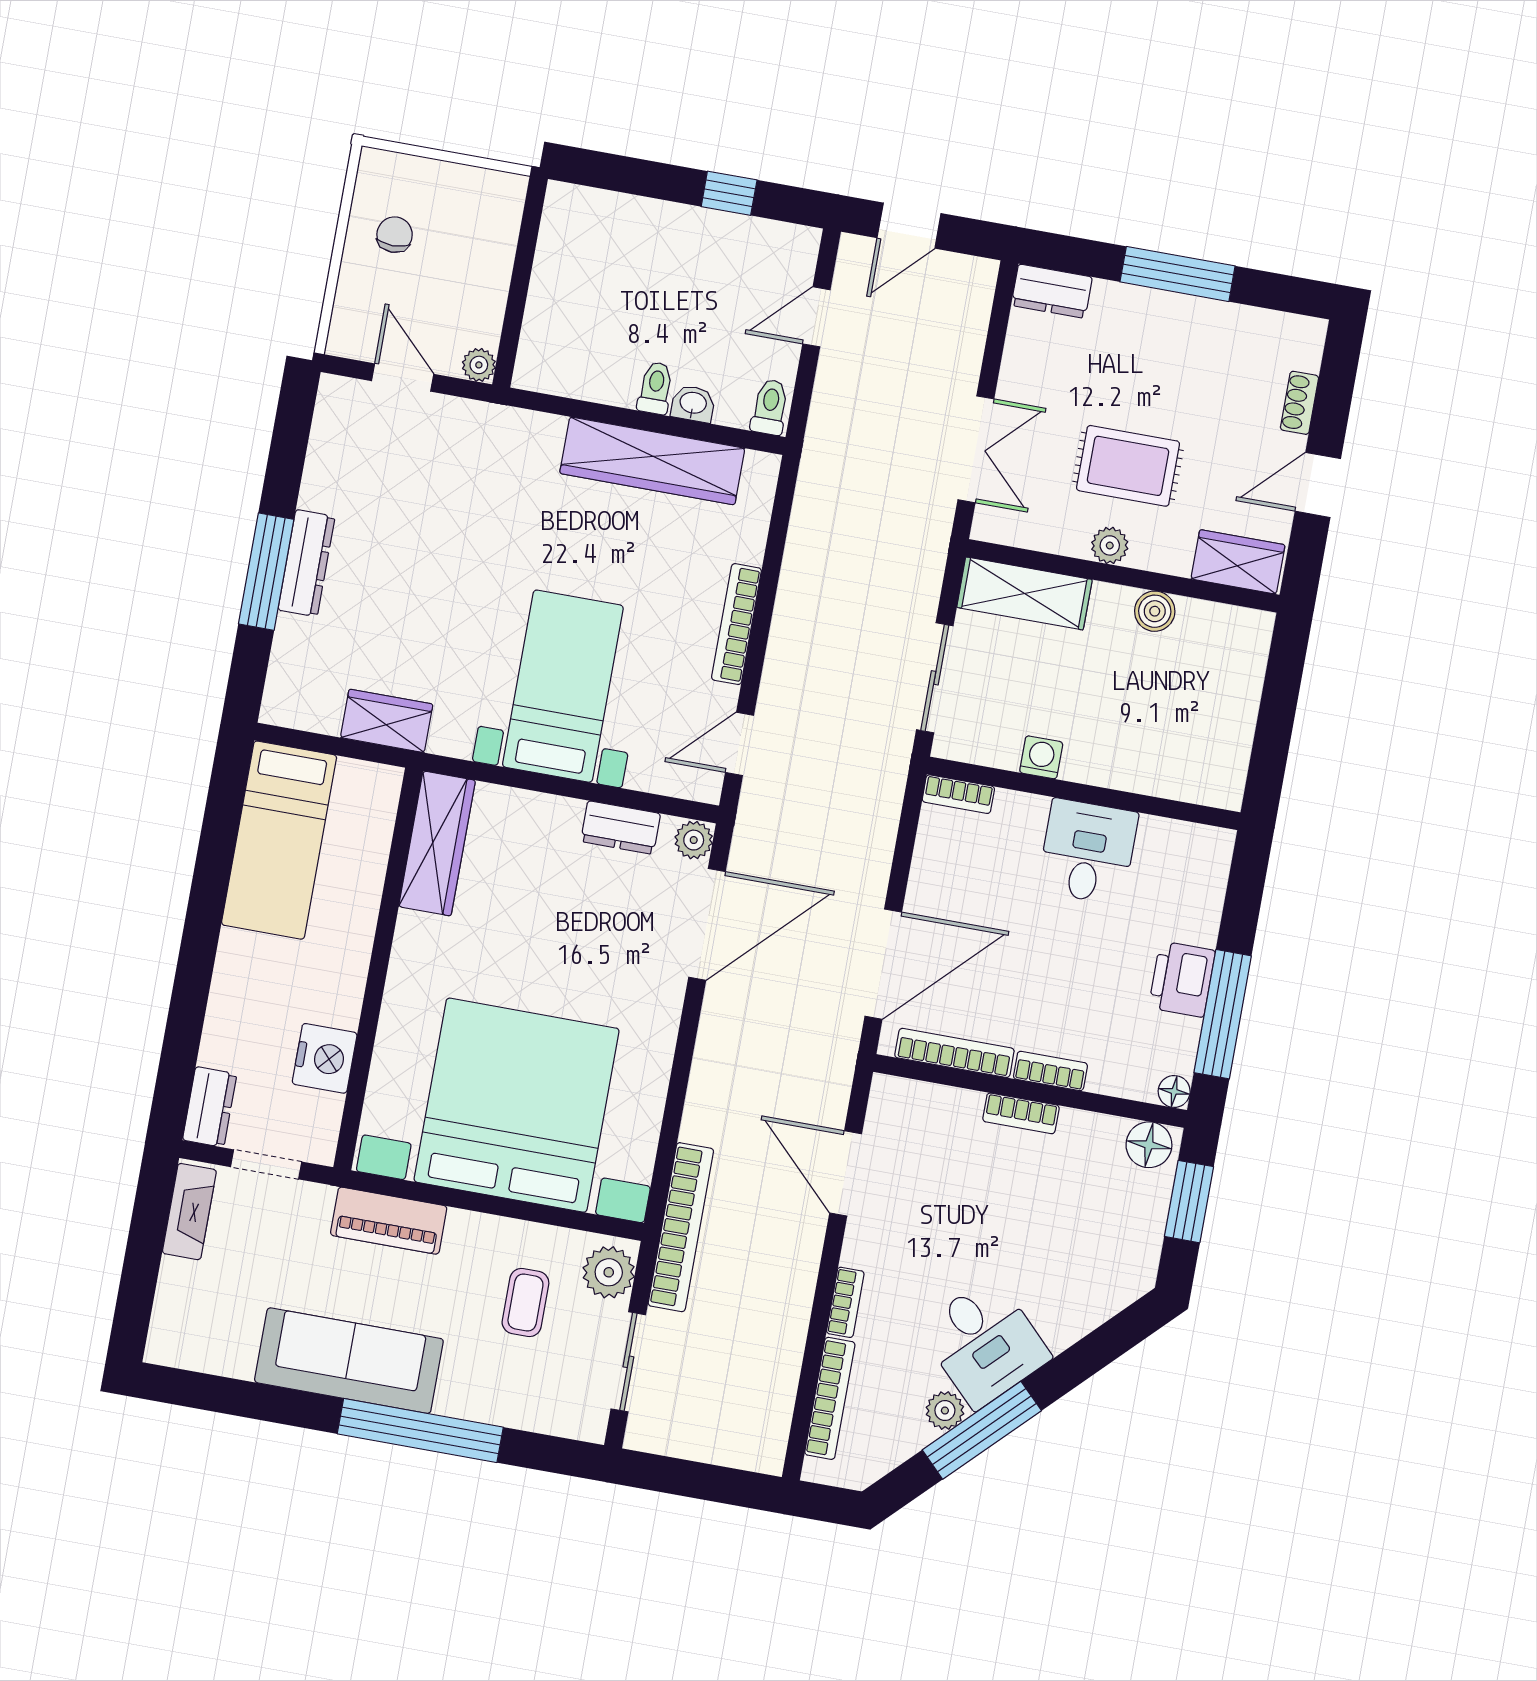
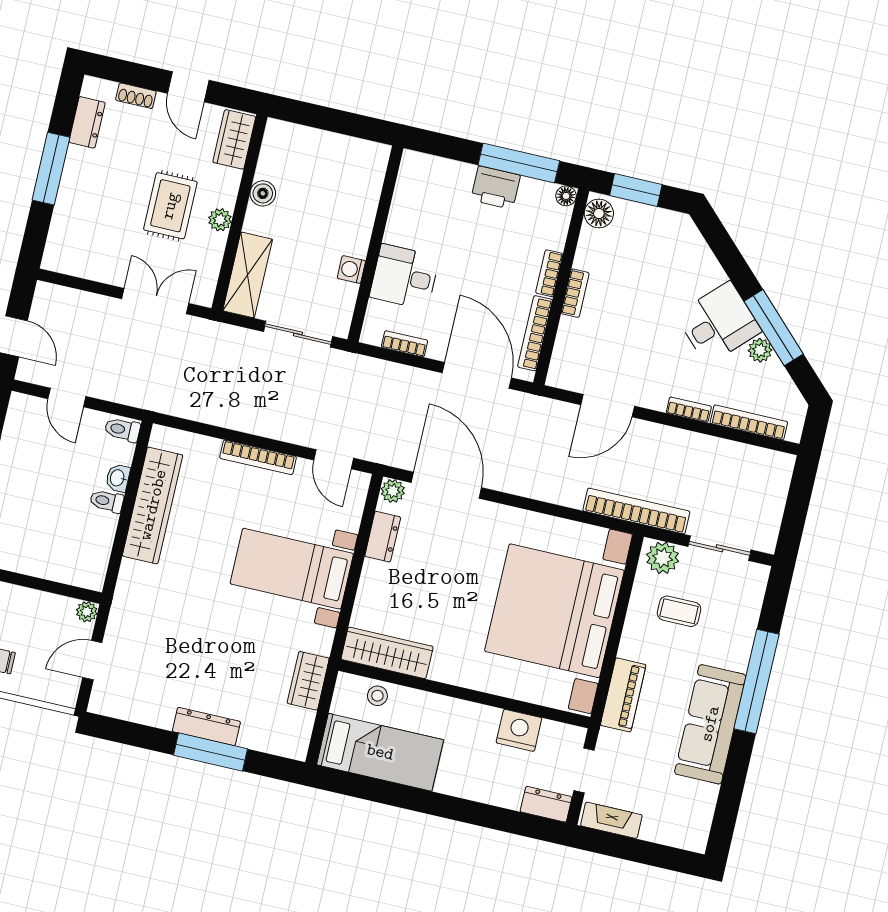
dresser: (1052, 291) -> (87, 122), moved
bookcase: (958, 794) -> (405, 344), moved, turned -90
stool: (368, 832) -> (377, 696), added
desk: (1088, 852) -> (404, 277), moved

